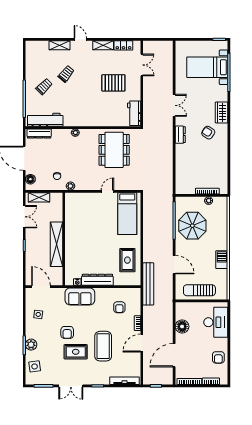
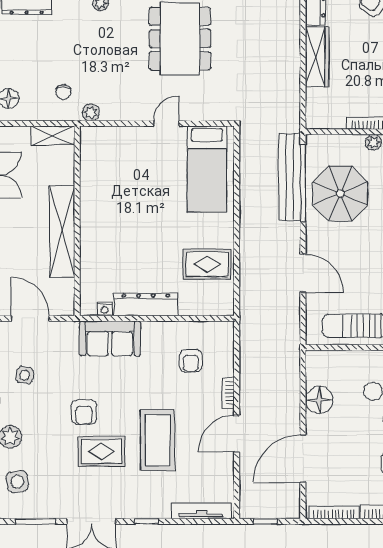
wardrobe: (181, 159) -> (317, 57), added
shelving: (39, 197) -> (53, 136), moved
rug: (127, 260) -> (207, 264), turned 90
bench: (148, 284) -> (290, 177), moved

